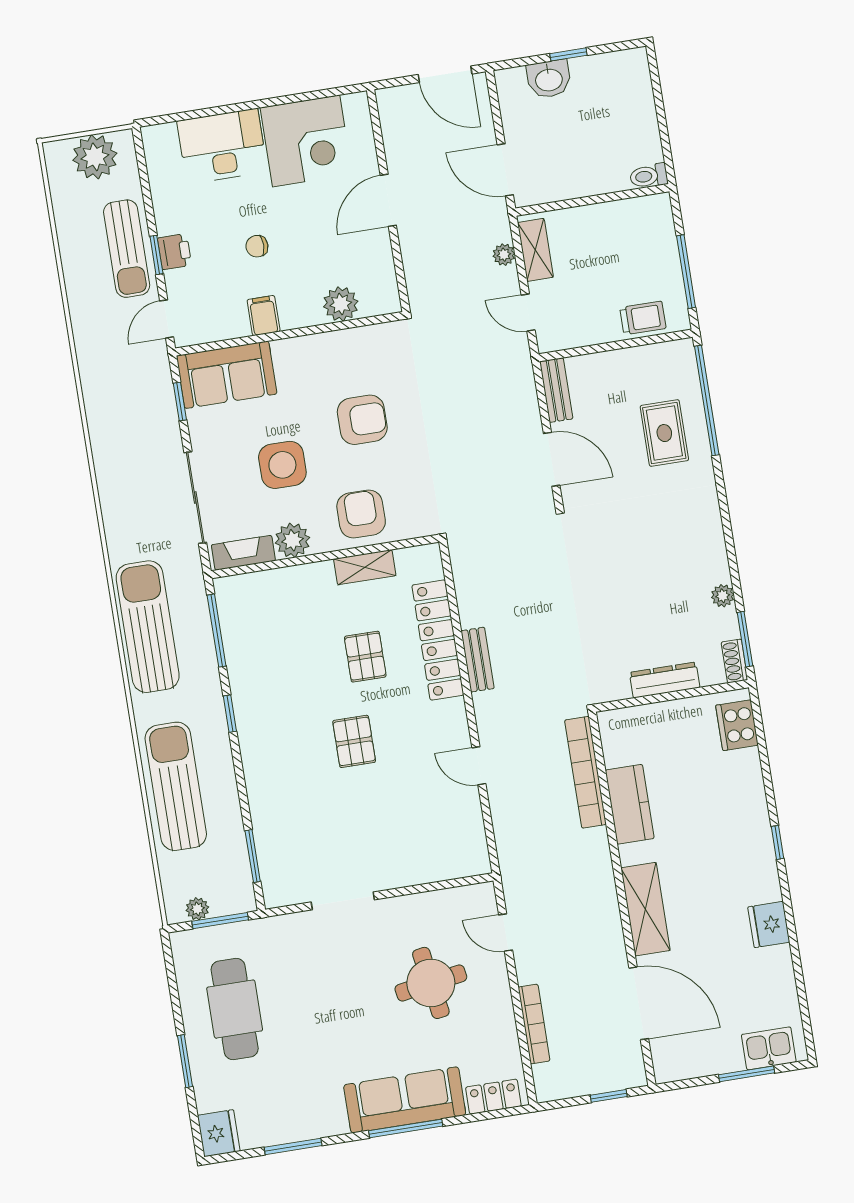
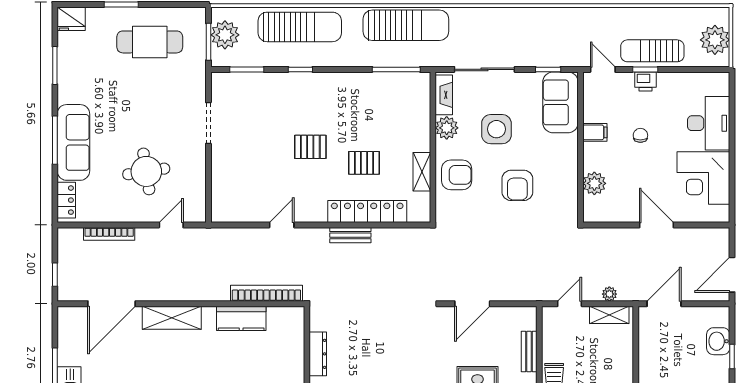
bench: (556, 390) -> (529, 351), moved, turned 90
window: (230, 714) -> (300, 69), moved
plant: (197, 909) -> (225, 35), width x1.87, depth x1.87

